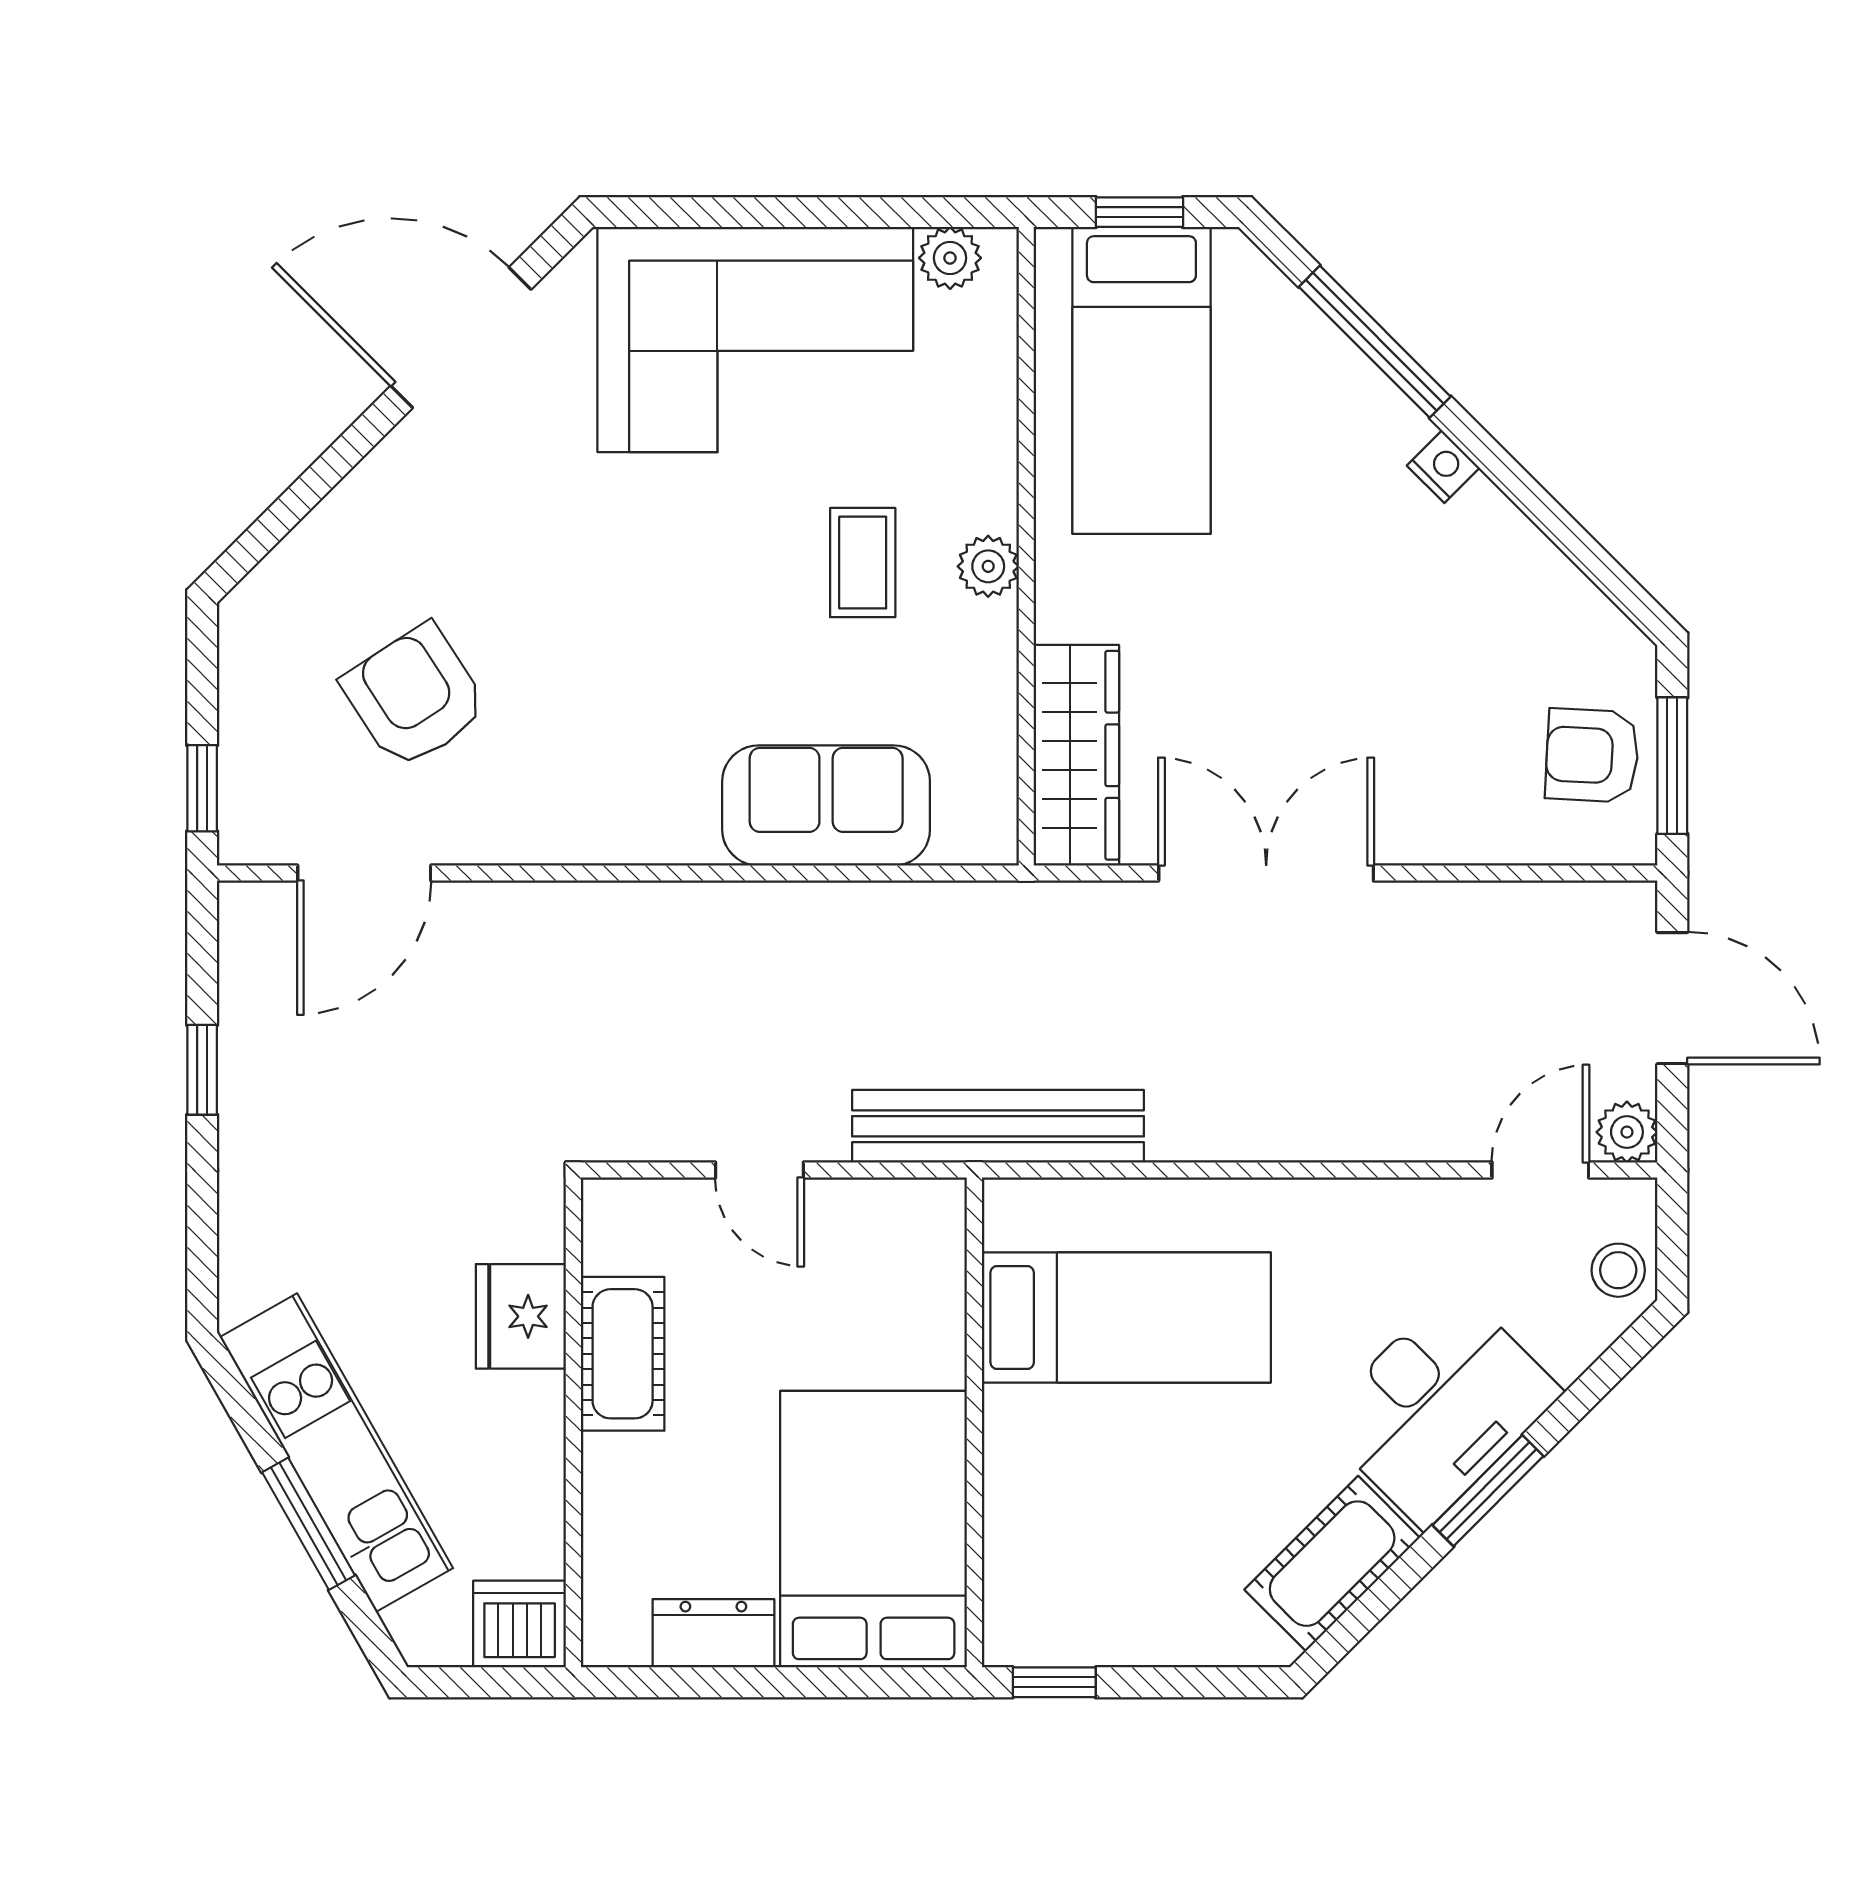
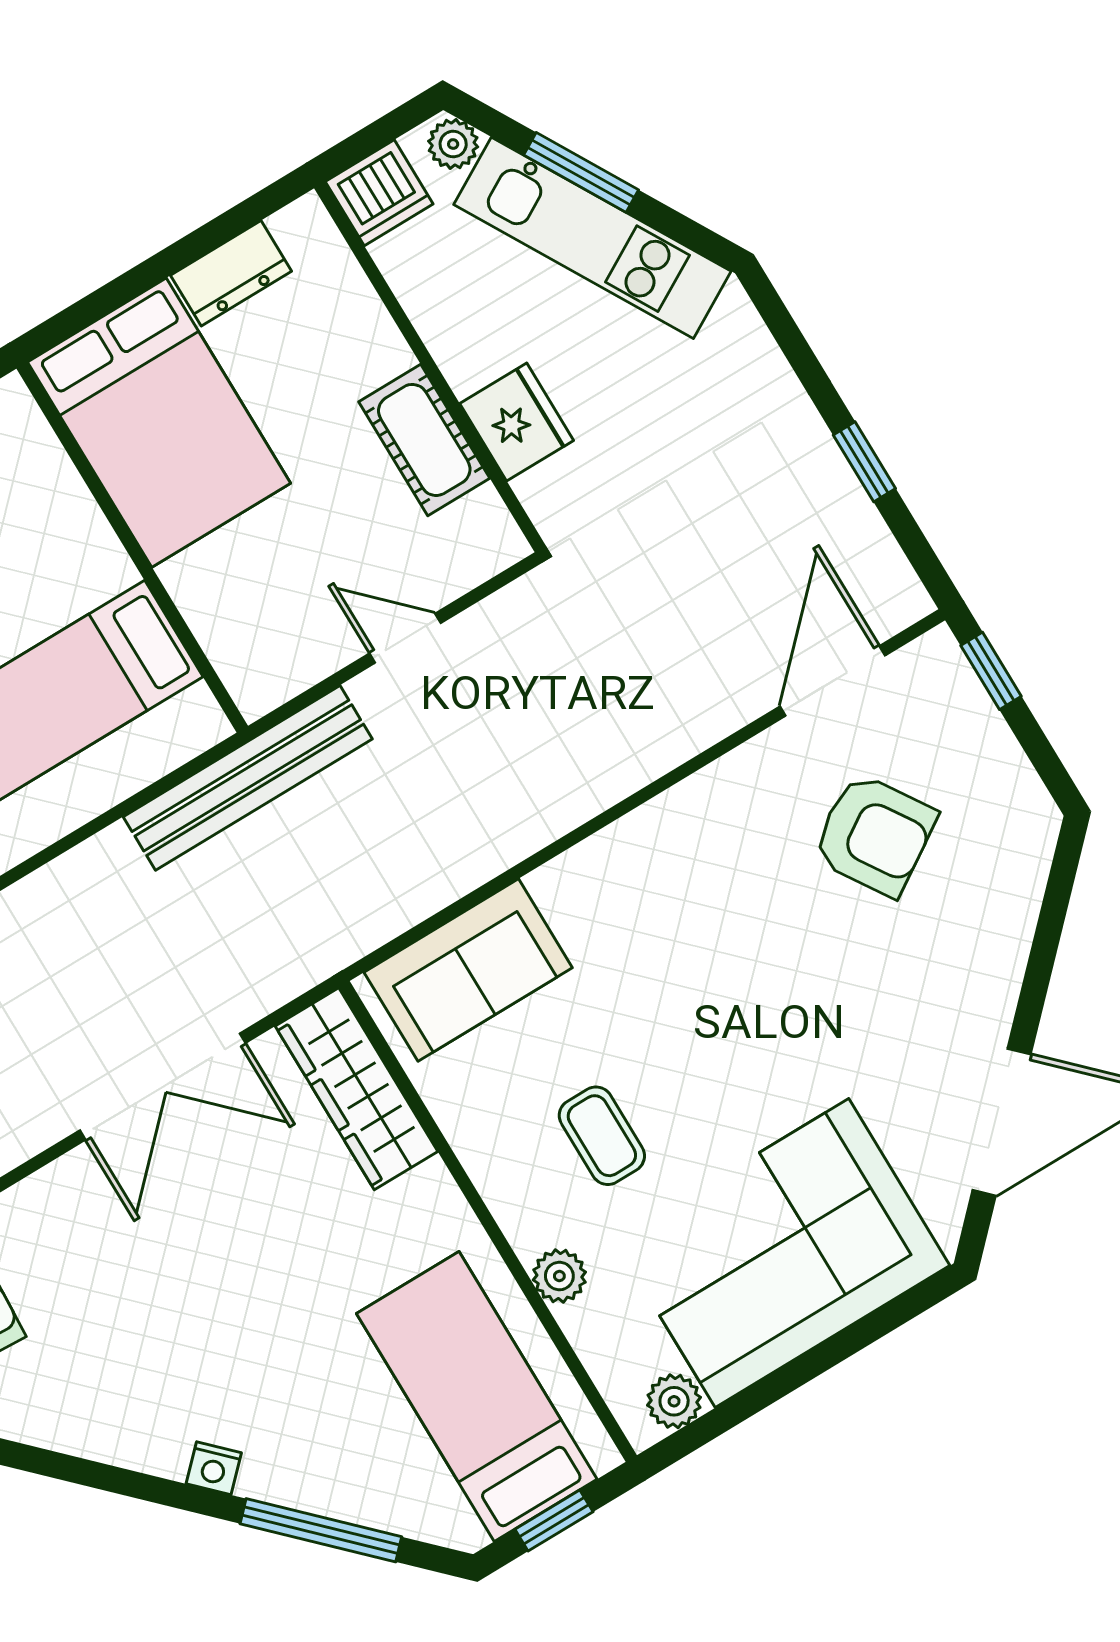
plant: (988, 566) -> (559, 1276), moved
sofa: (826, 805) -> (468, 970), moved
plant: (418, 1628) -> (453, 144), added

